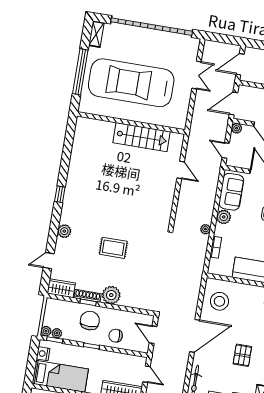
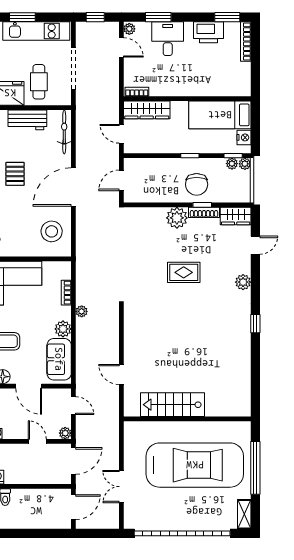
door: (153, 335) -> (121, 180), swing flipped
chair: (116, 336) -> (164, 172), removed

